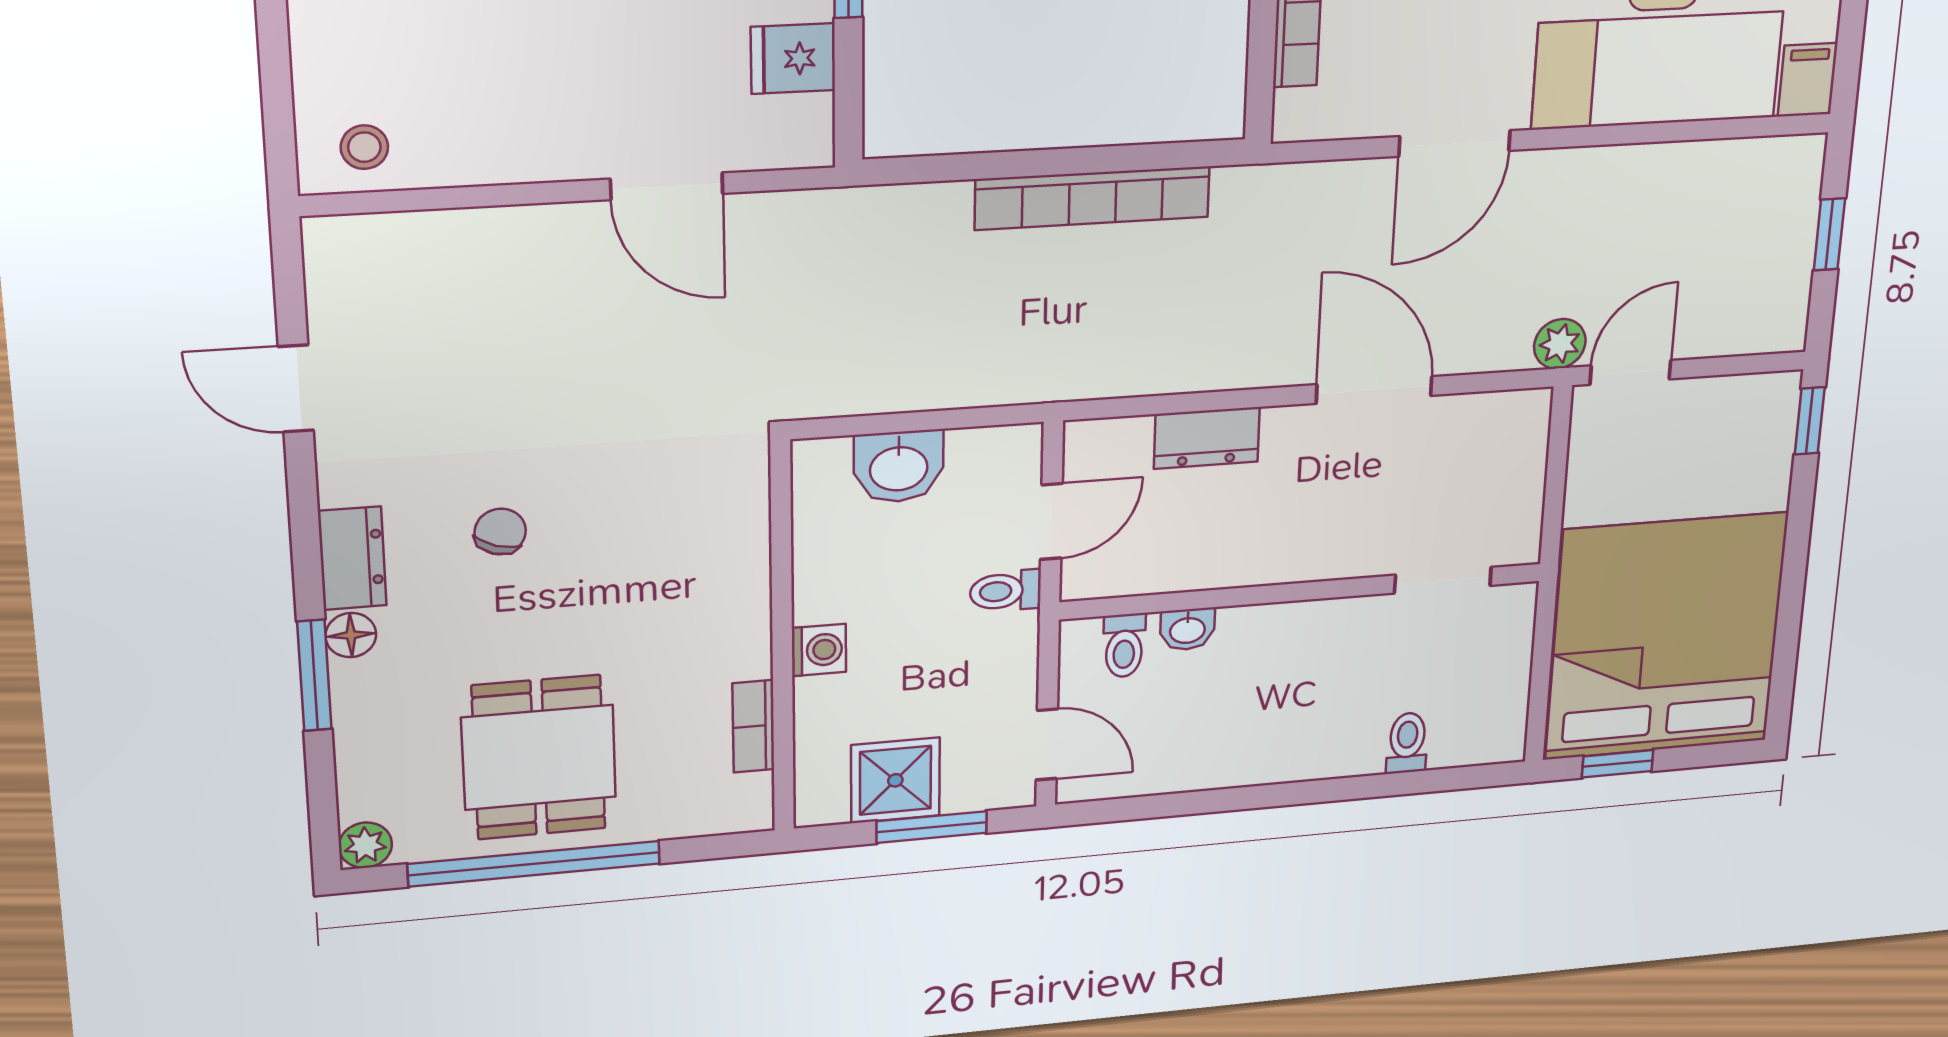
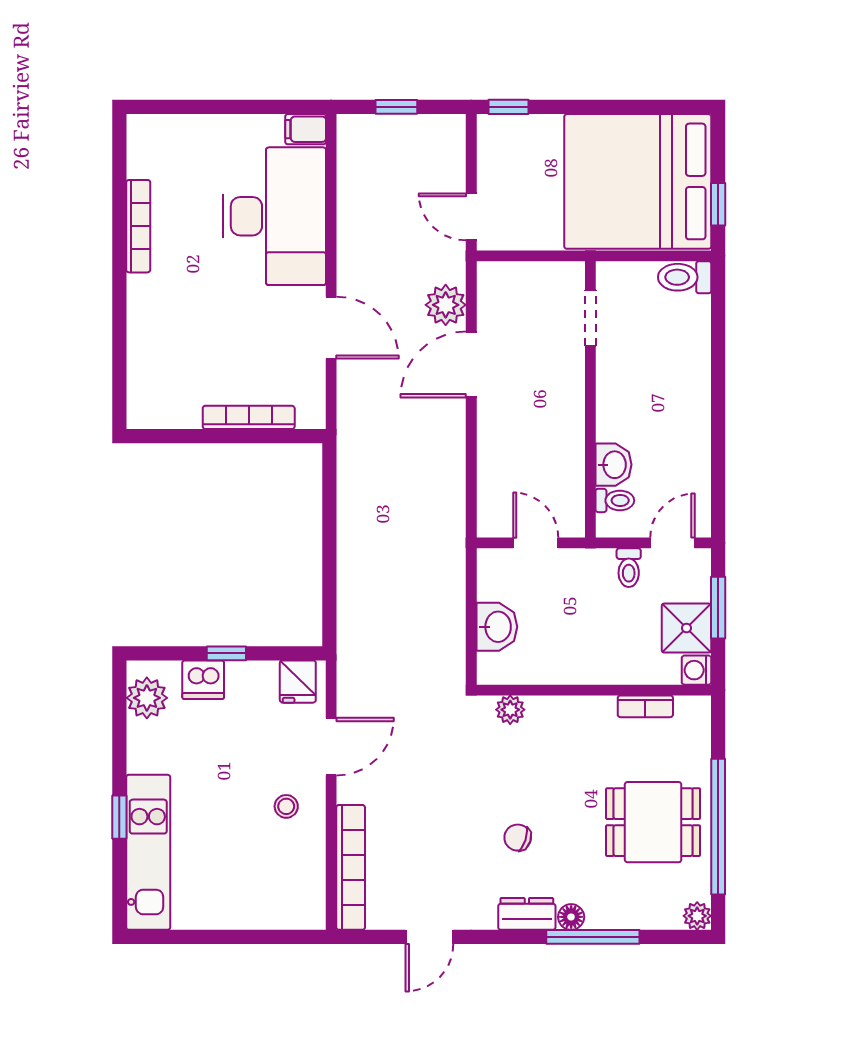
fridge: (793, 59) -> (298, 682), moved
stool: (364, 147) -> (286, 806), moved
bookcase: (1092, 198) -> (351, 867), moved
plant: (1560, 344) -> (446, 305), moved, width x1.38, depth x1.38
dresser: (1207, 438) -> (493, 458), removed
plant: (744, 501) -> (510, 710), added
toilet: (1006, 591) -> (629, 568), moved
washbasin: (1187, 629) -> (613, 465), width x1.38, depth x1.45
washing machine: (819, 650) -> (696, 670), moved, turned -90
window: (314, 675) -> (593, 937), width x1.44
toilet: (1407, 743) -> (685, 277), moved, width x1.37, depth x1.39

